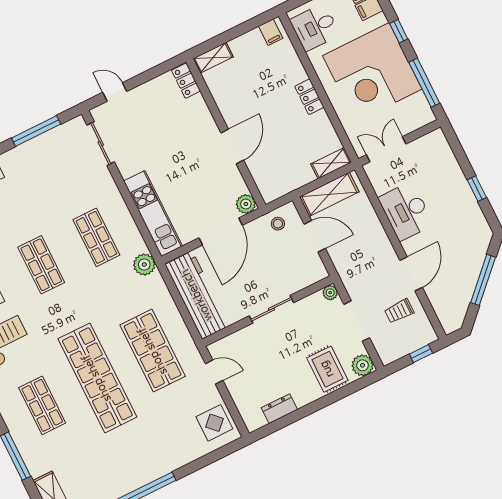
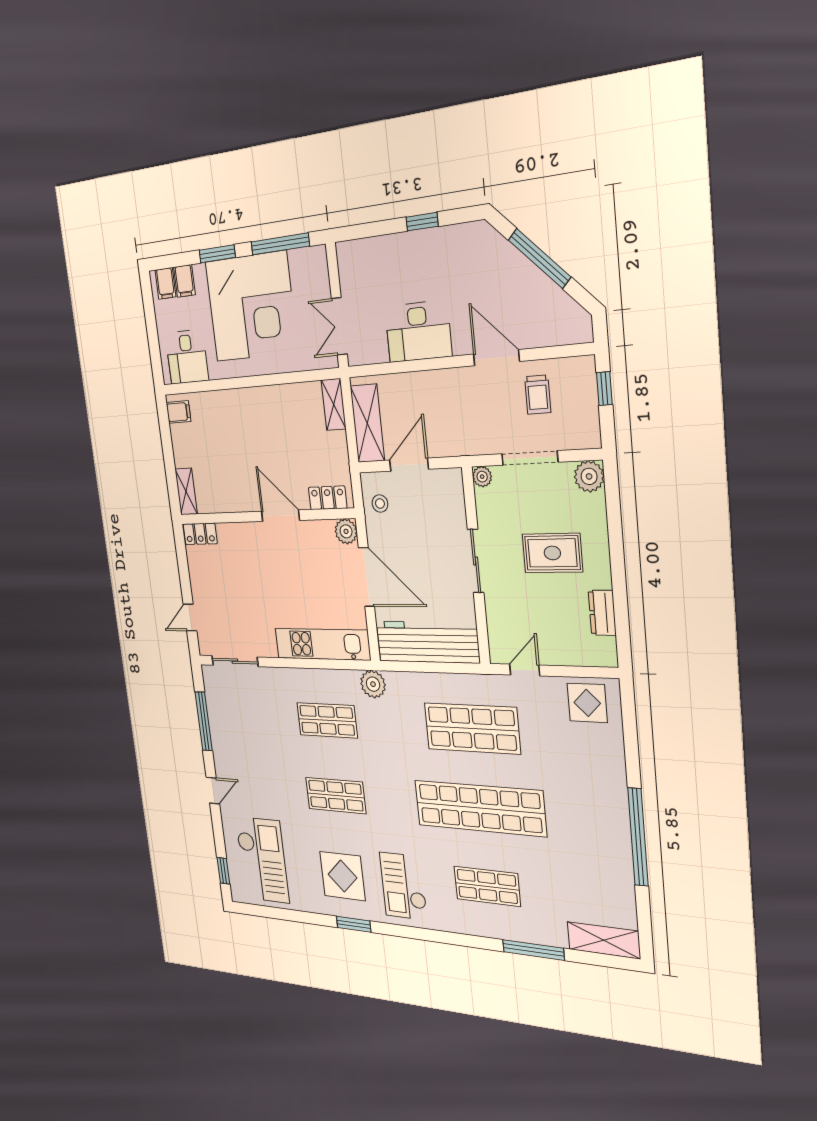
window: (399, 31) -> (217, 254), width x1.50
locker: (309, 97) -> (328, 498), moved, turned 180
rug: (327, 369) -> (552, 553), moved

